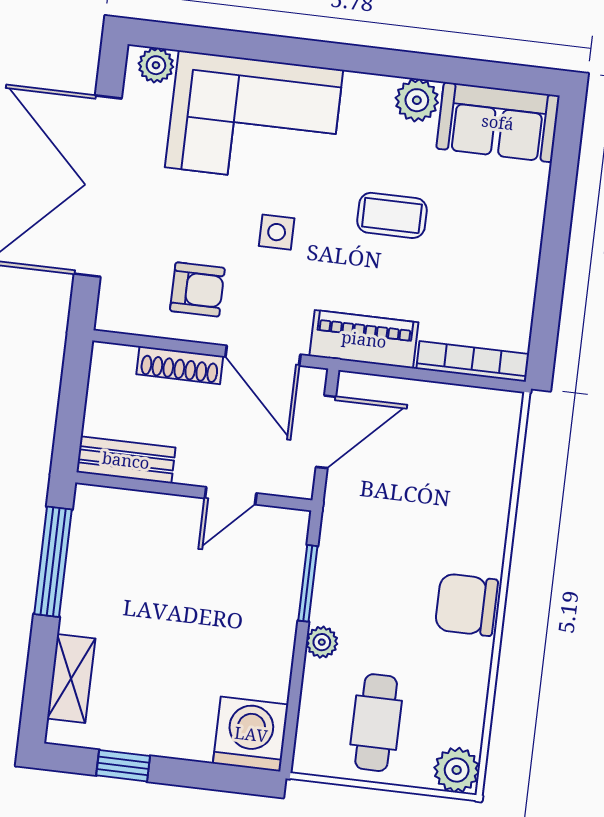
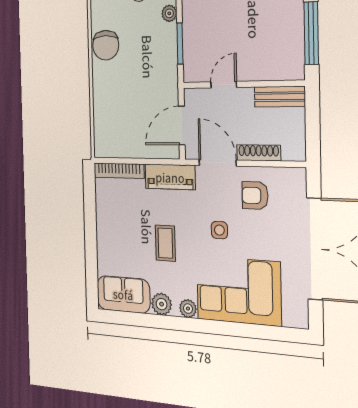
plant: (156, 65) -> (188, 309), moved
coffee table: (392, 215) -> (165, 243), turned 90
chair: (466, 605) -> (106, 45), turned 90

